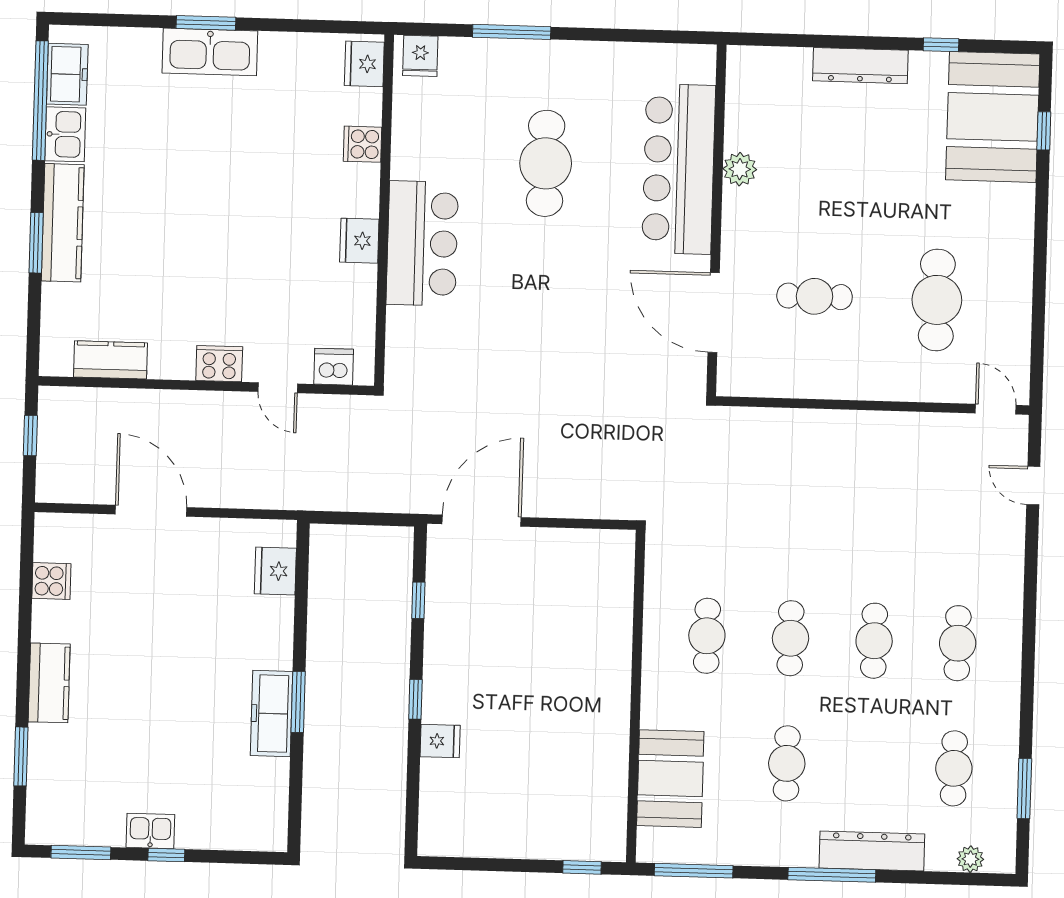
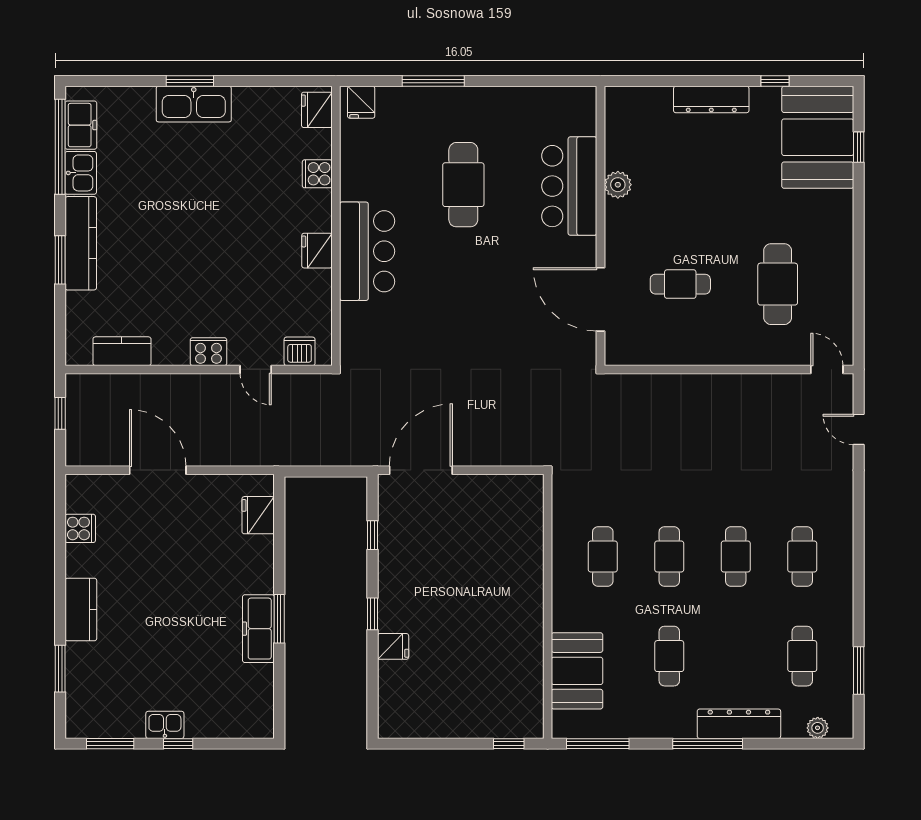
bar counter: (679, 169) -> (569, 186), width x0.73

